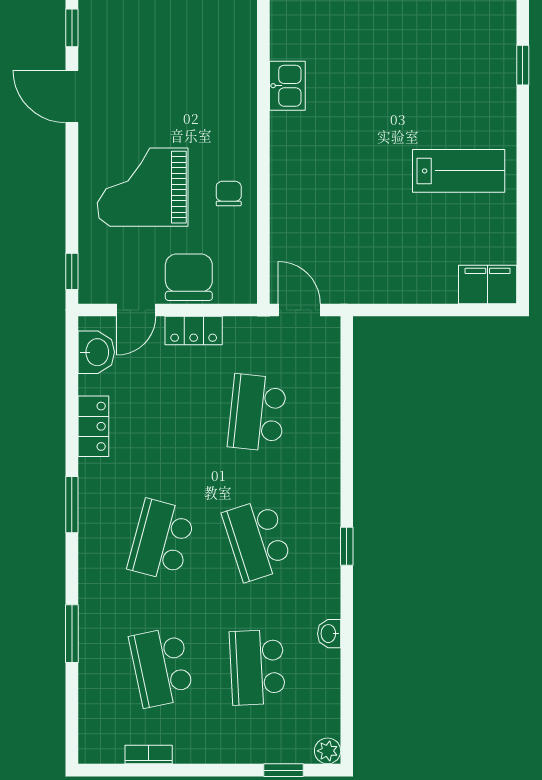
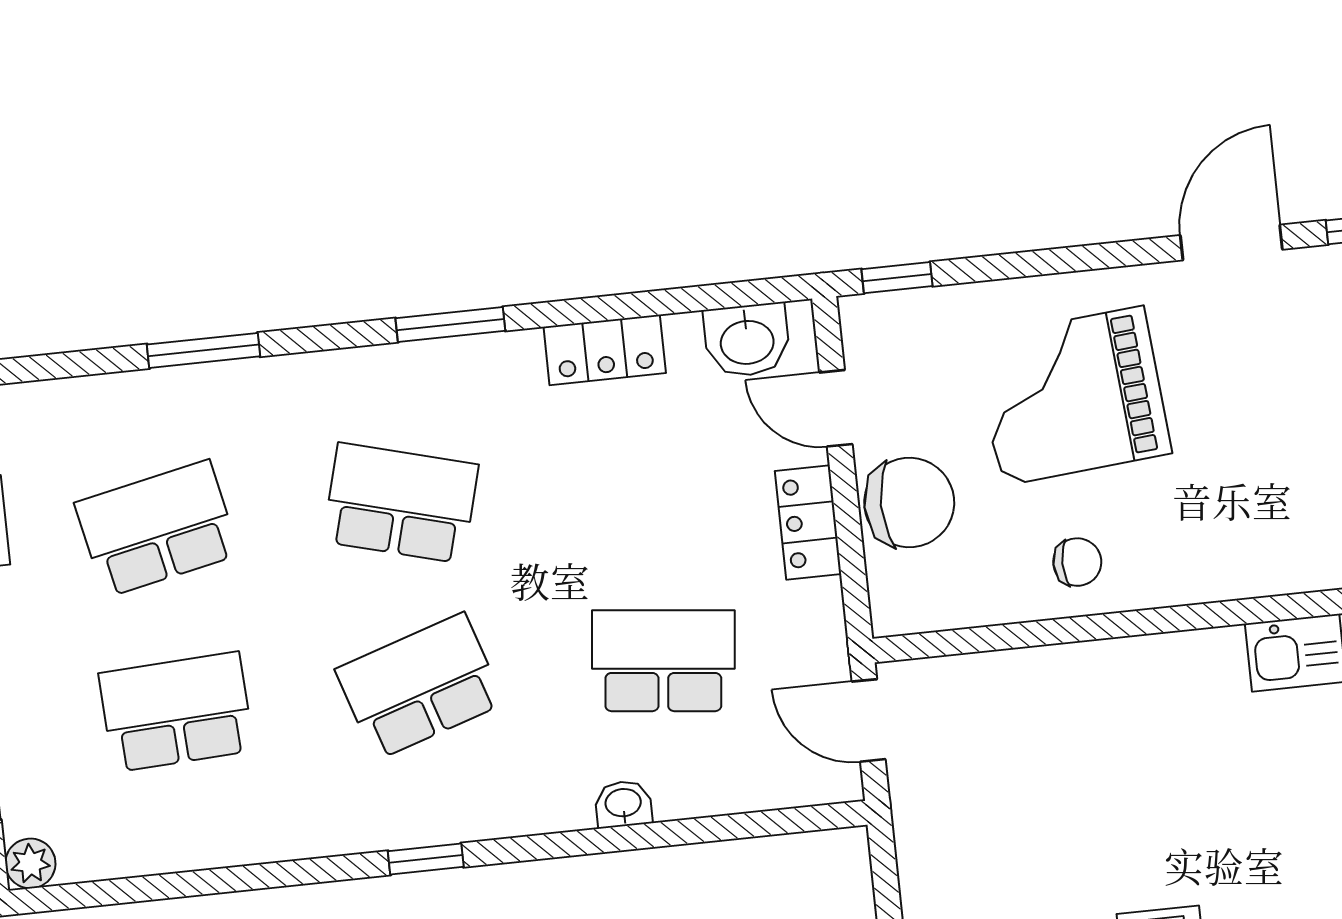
grand piano: (143, 187) -> (1072, 396), turned -95
door: (299, 310) -> (869, 720), swing flipped
washbasin: (329, 634) -> (623, 804), moved

